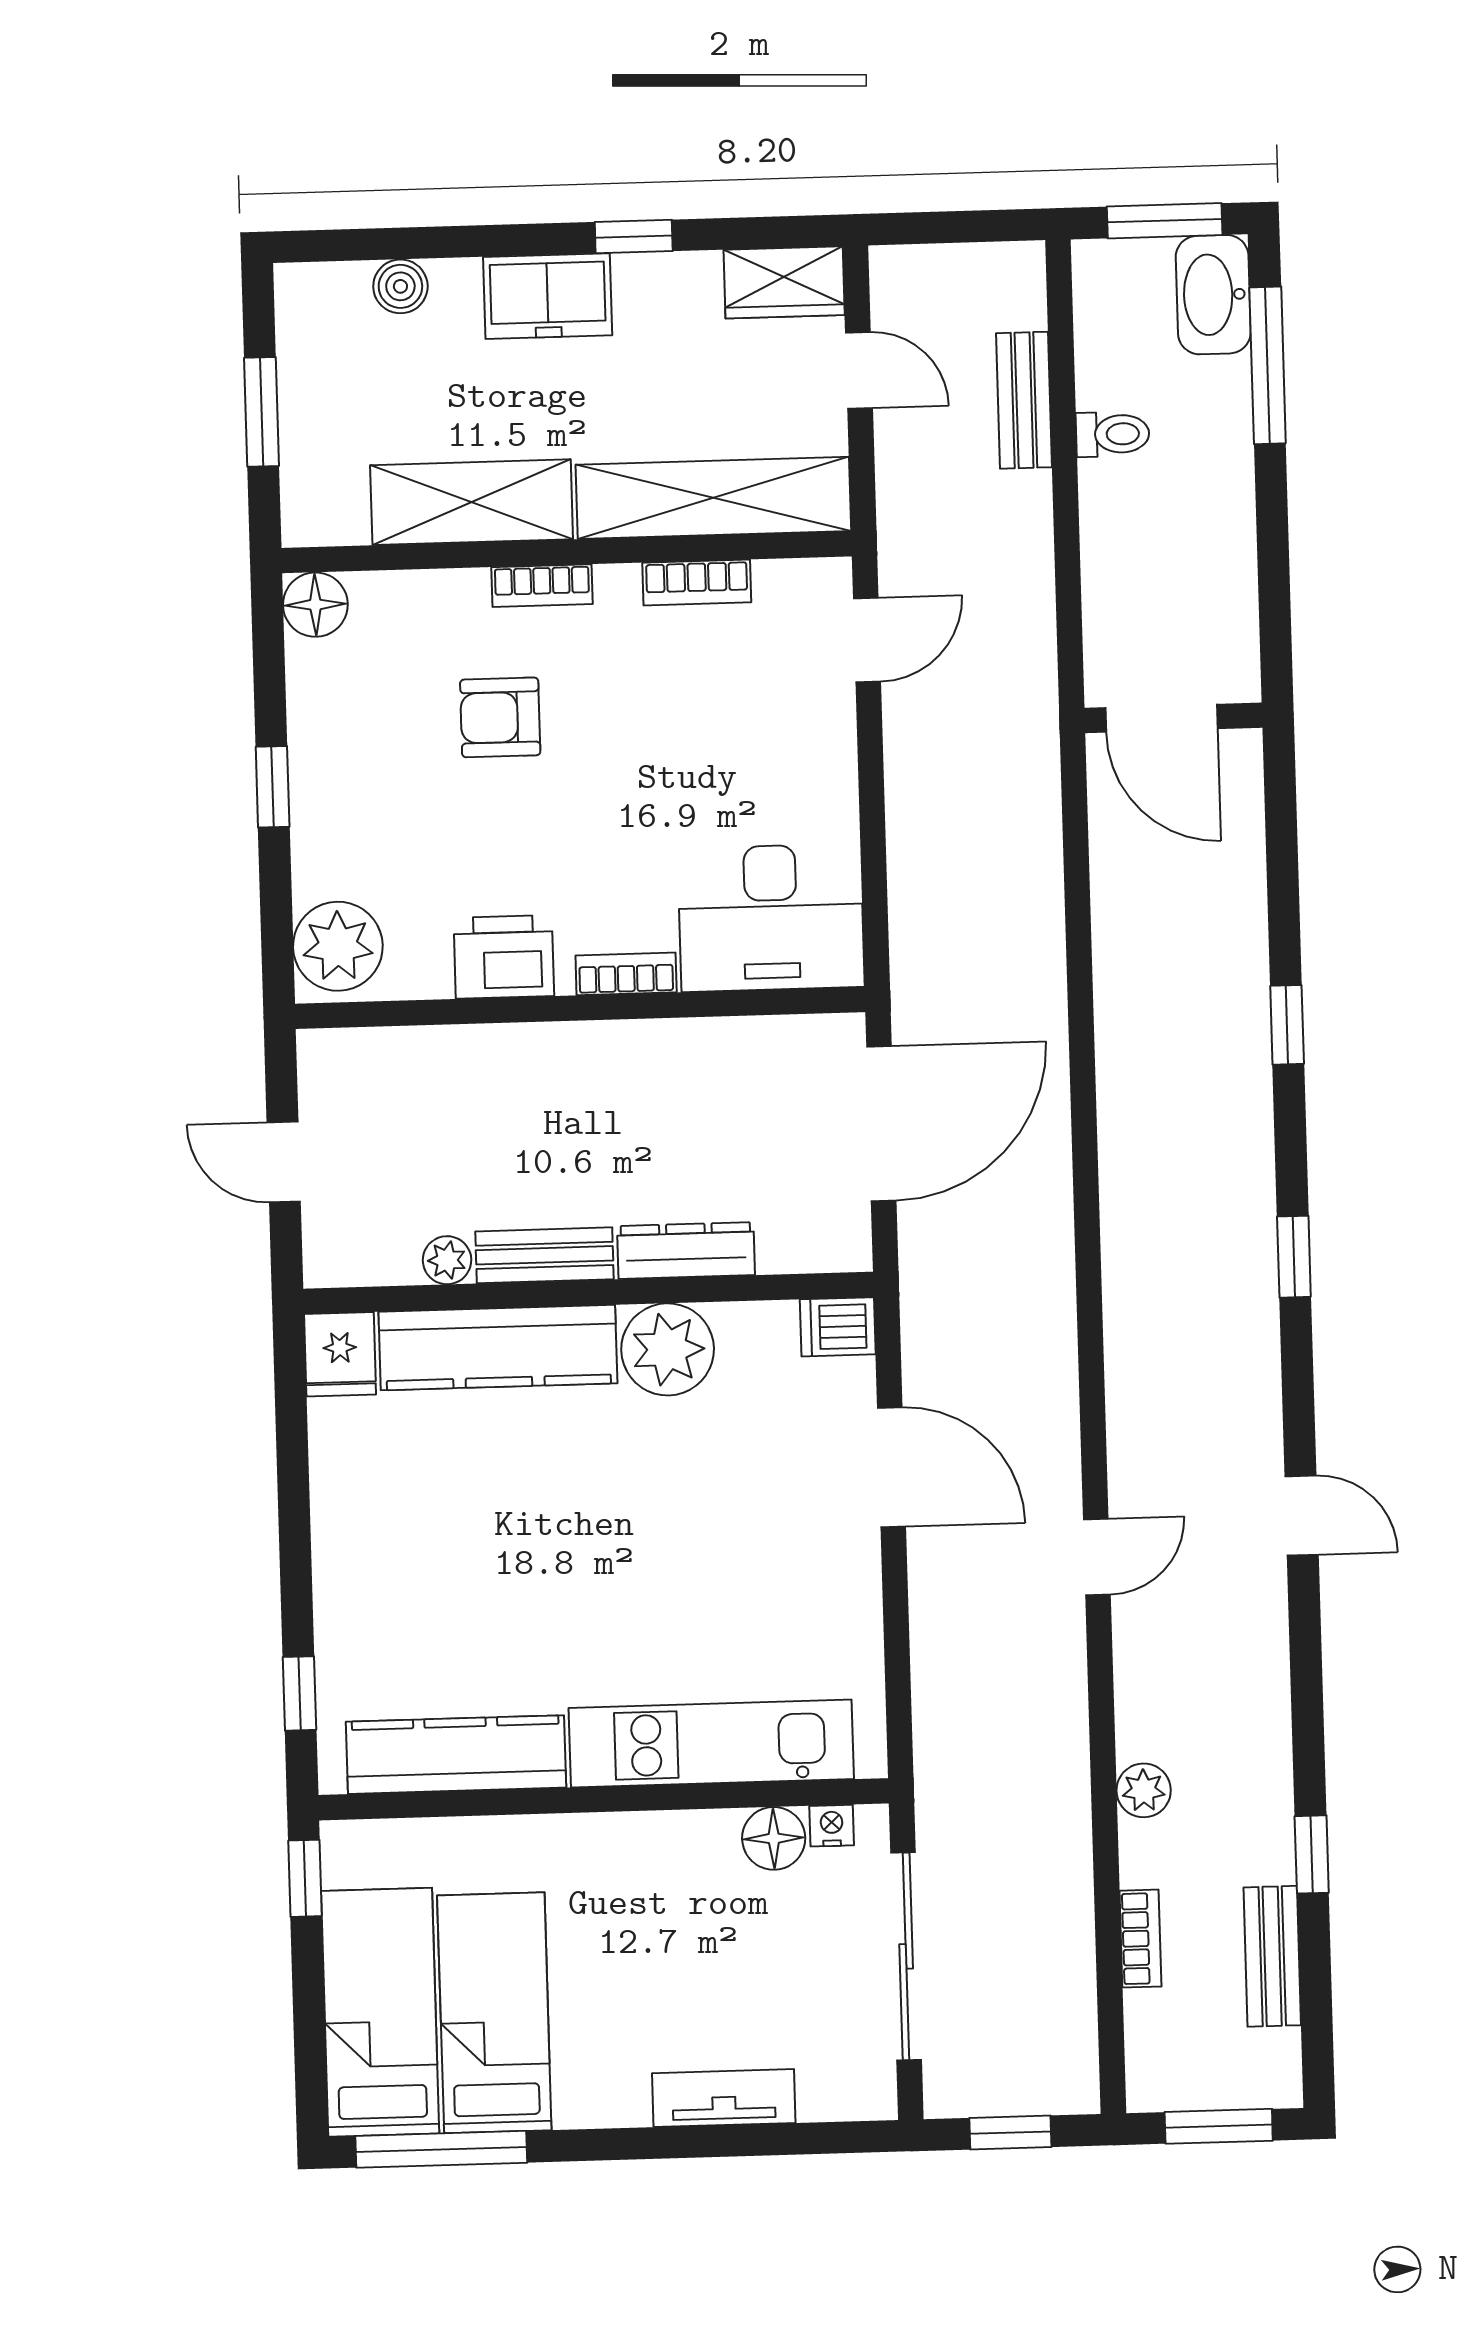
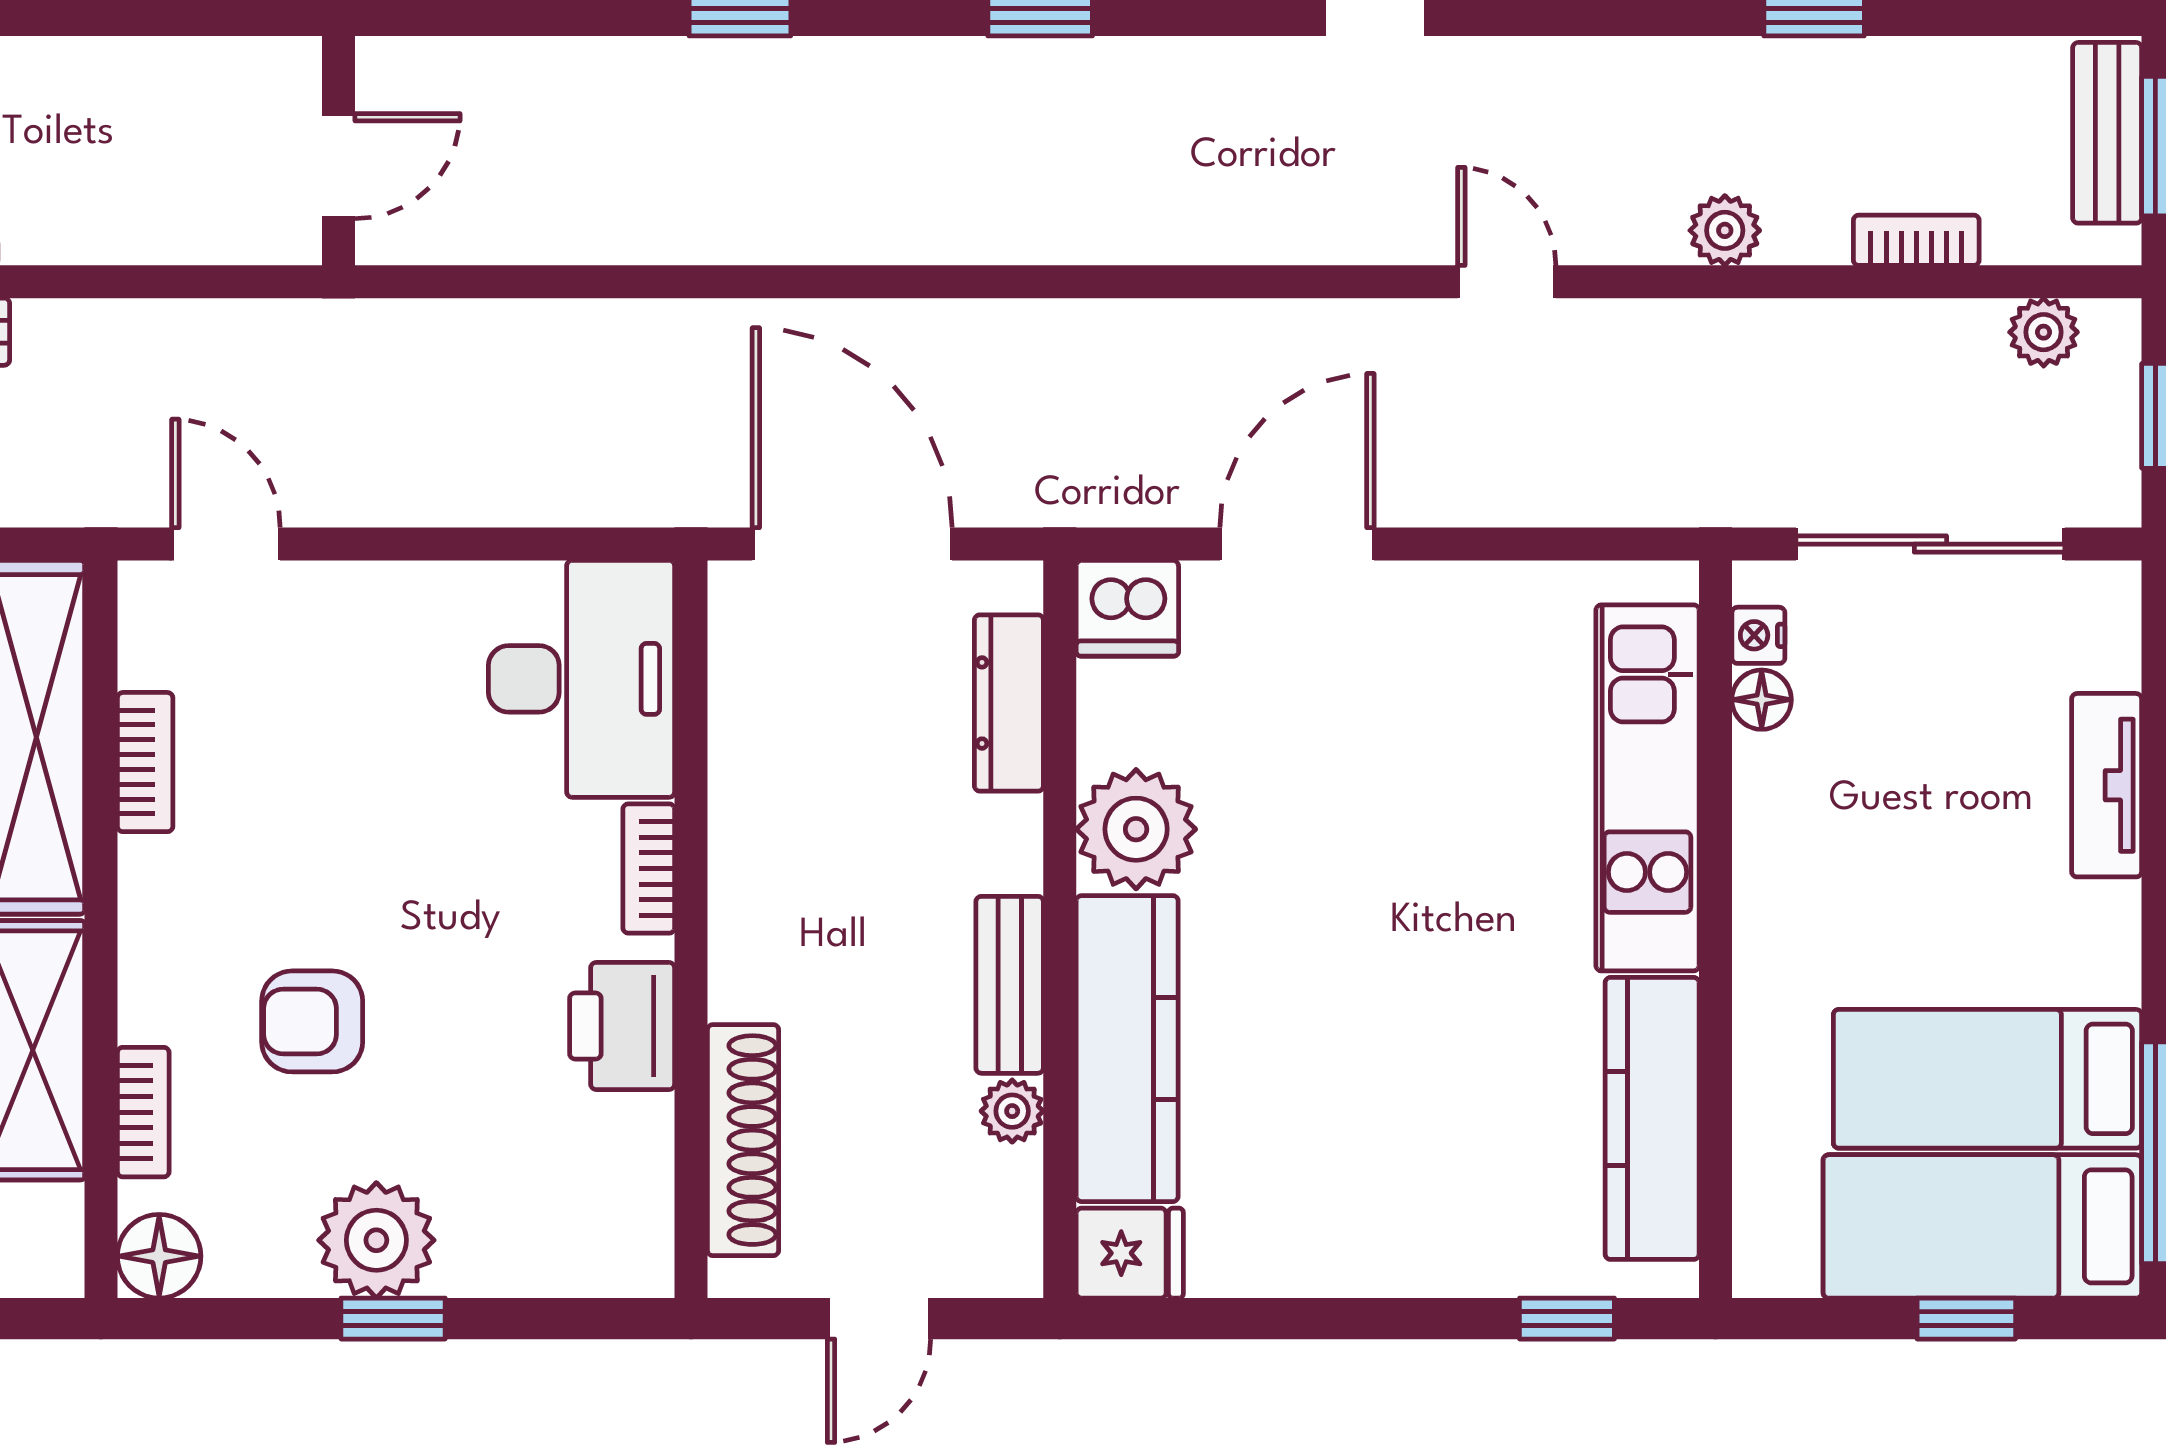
bookcase: (542, 586) -> (143, 1112), moved
armchair: (500, 717) -> (312, 1021), turned 90
door: (1161, 718) -> (339, 166), width x0.73
plant: (338, 946) -> (376, 1240), moved
shoe rack: (418, 1053) -> (743, 1140), added
dresser: (686, 1251) -> (1009, 703), moved
dishwasher: (838, 1327) -> (1127, 608), width x1.38
door: (1097, 1557) -> (1507, 282), moved
floor lamp: (774, 1838) -> (1762, 700), width x0.73, depth x0.73
window: (305, 1878) -> (1966, 1319), moved
bench: (1272, 1956) -> (2107, 133), moved, turned 90
plant: (1072, 2039) -> (2044, 332), added

